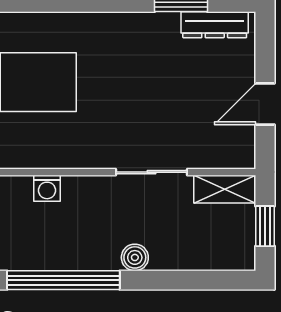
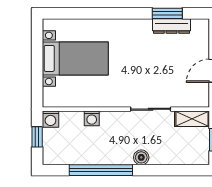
dresser: (215, 25) -> (172, 26), moved

